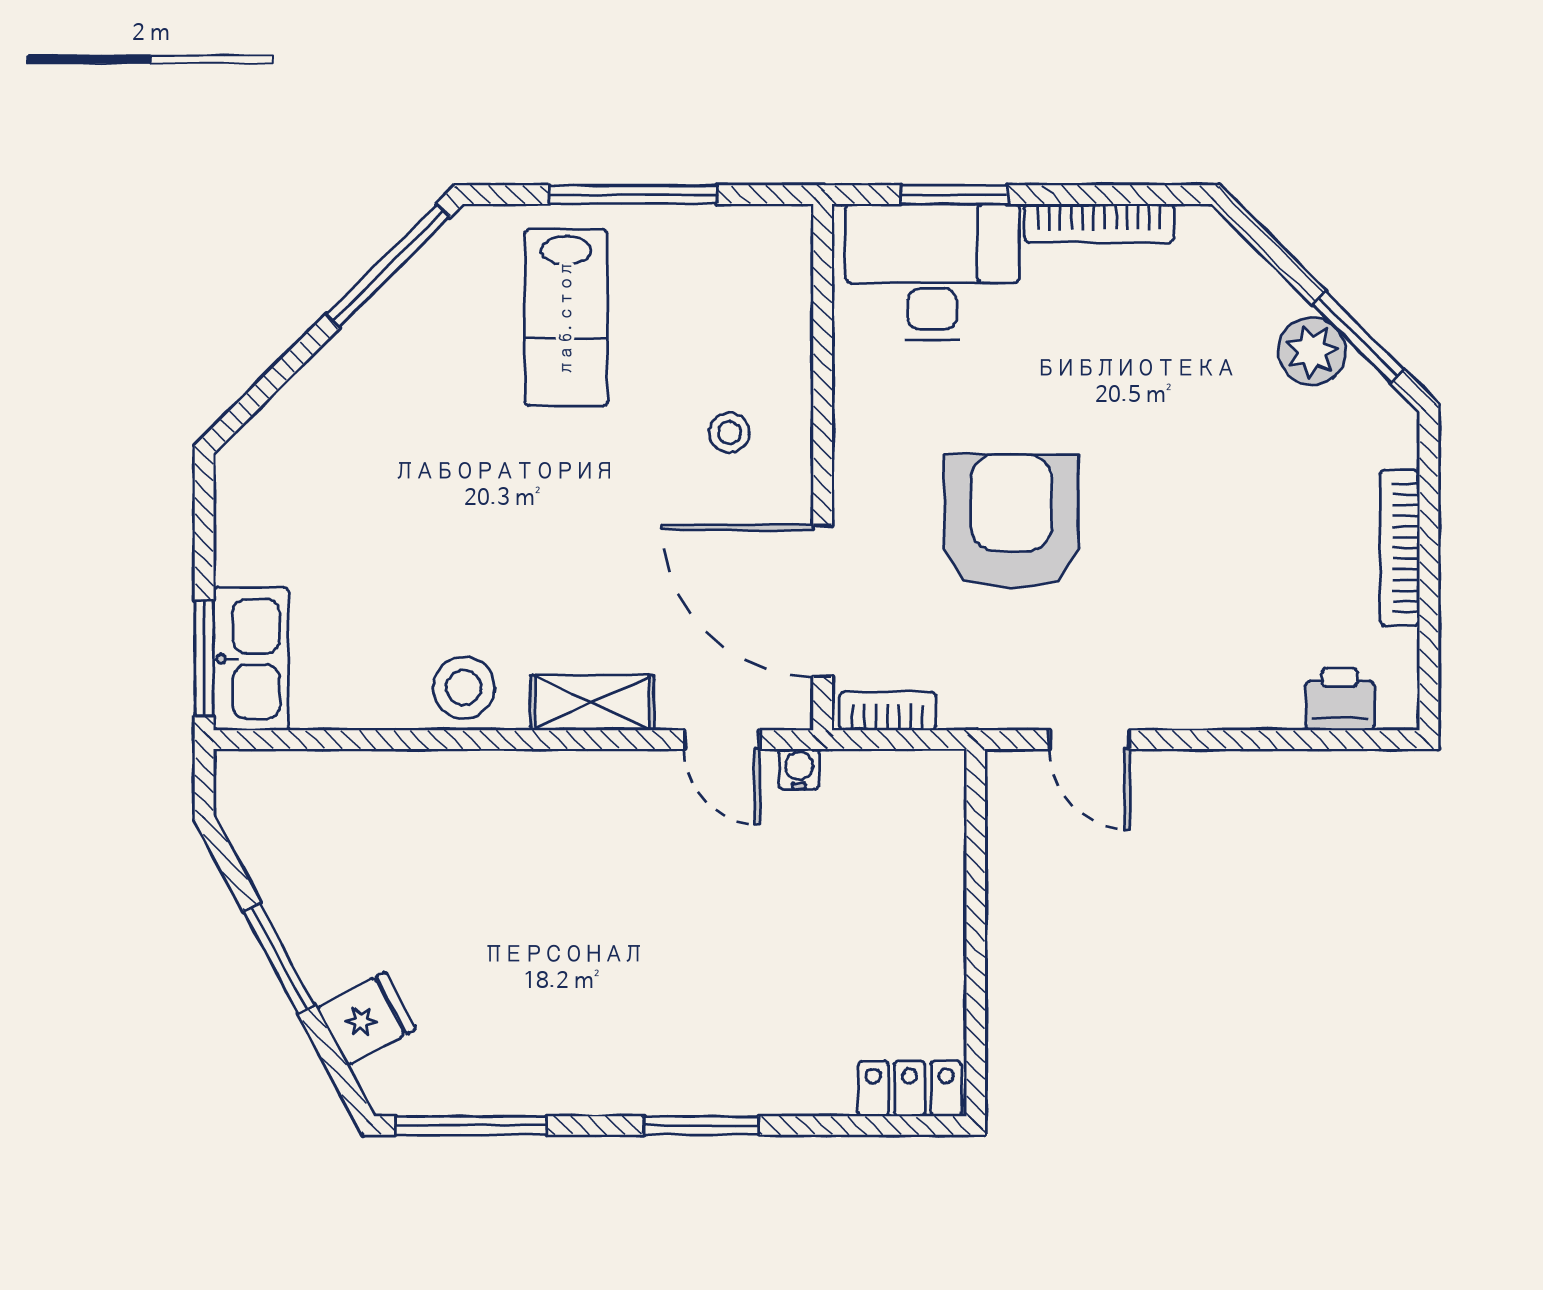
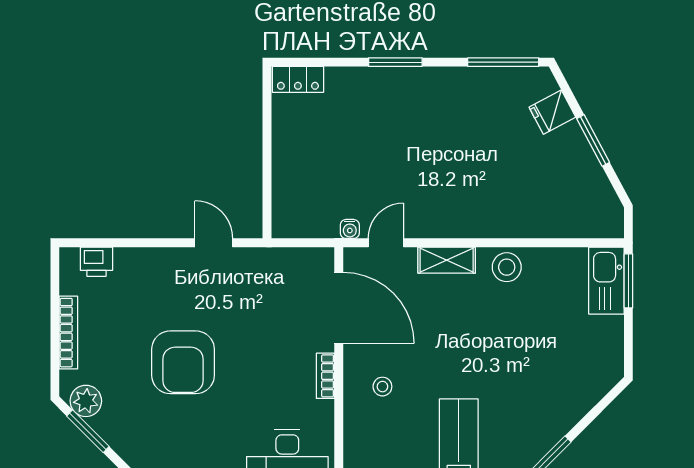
plant: (1312, 351) -> (86, 401), moved
armchair: (1011, 522) -> (183, 362), moved
bookcase: (888, 711) -> (325, 376), moved, turned 90
door: (722, 740) -> (386, 243), hinge flipped

